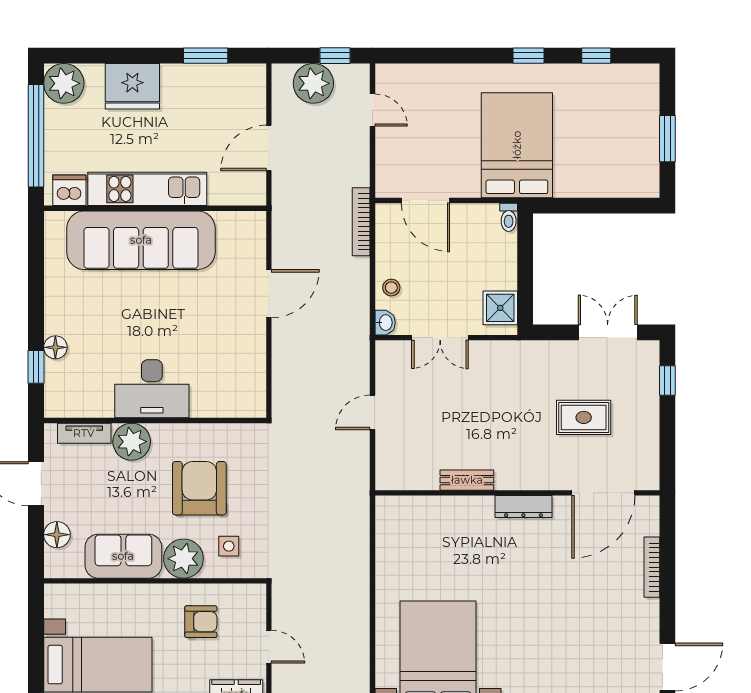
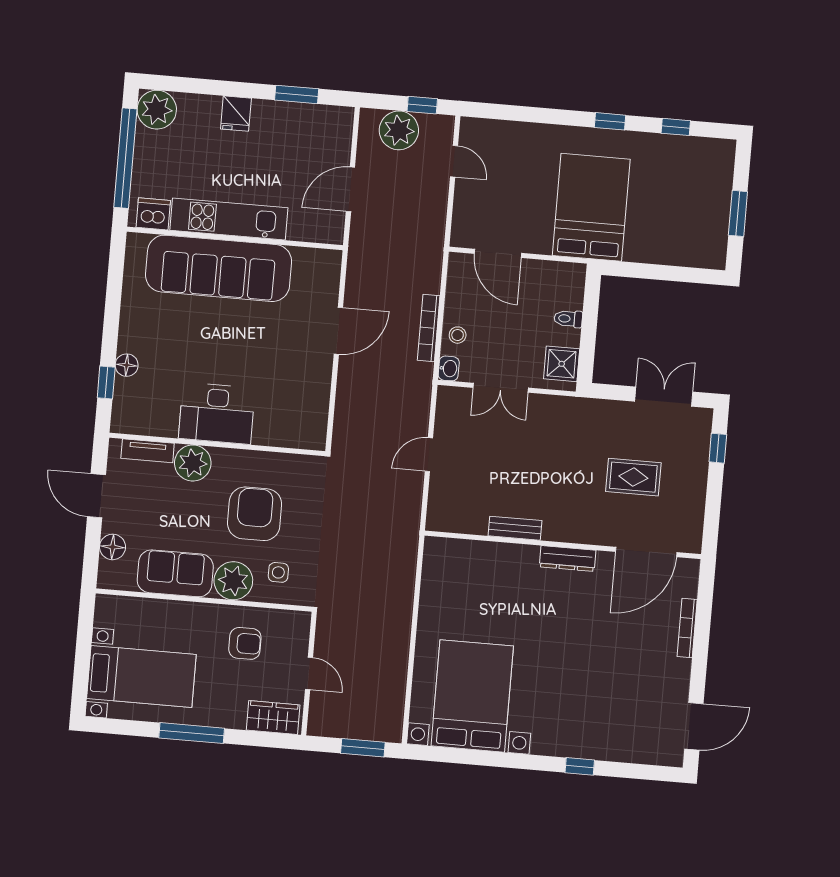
fridge: (132, 86) -> (236, 114), width x0.53, depth x0.75
toilet: (509, 217) -> (568, 319), moved, turned 90
bookcase: (361, 222) -> (429, 328), moved

